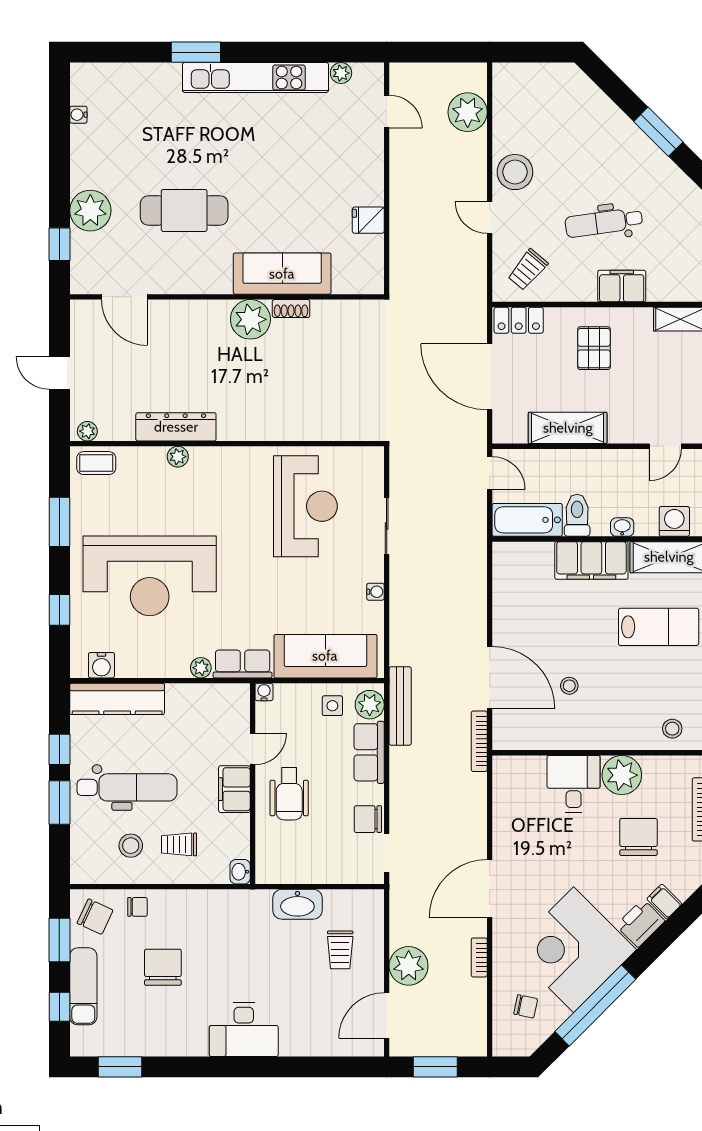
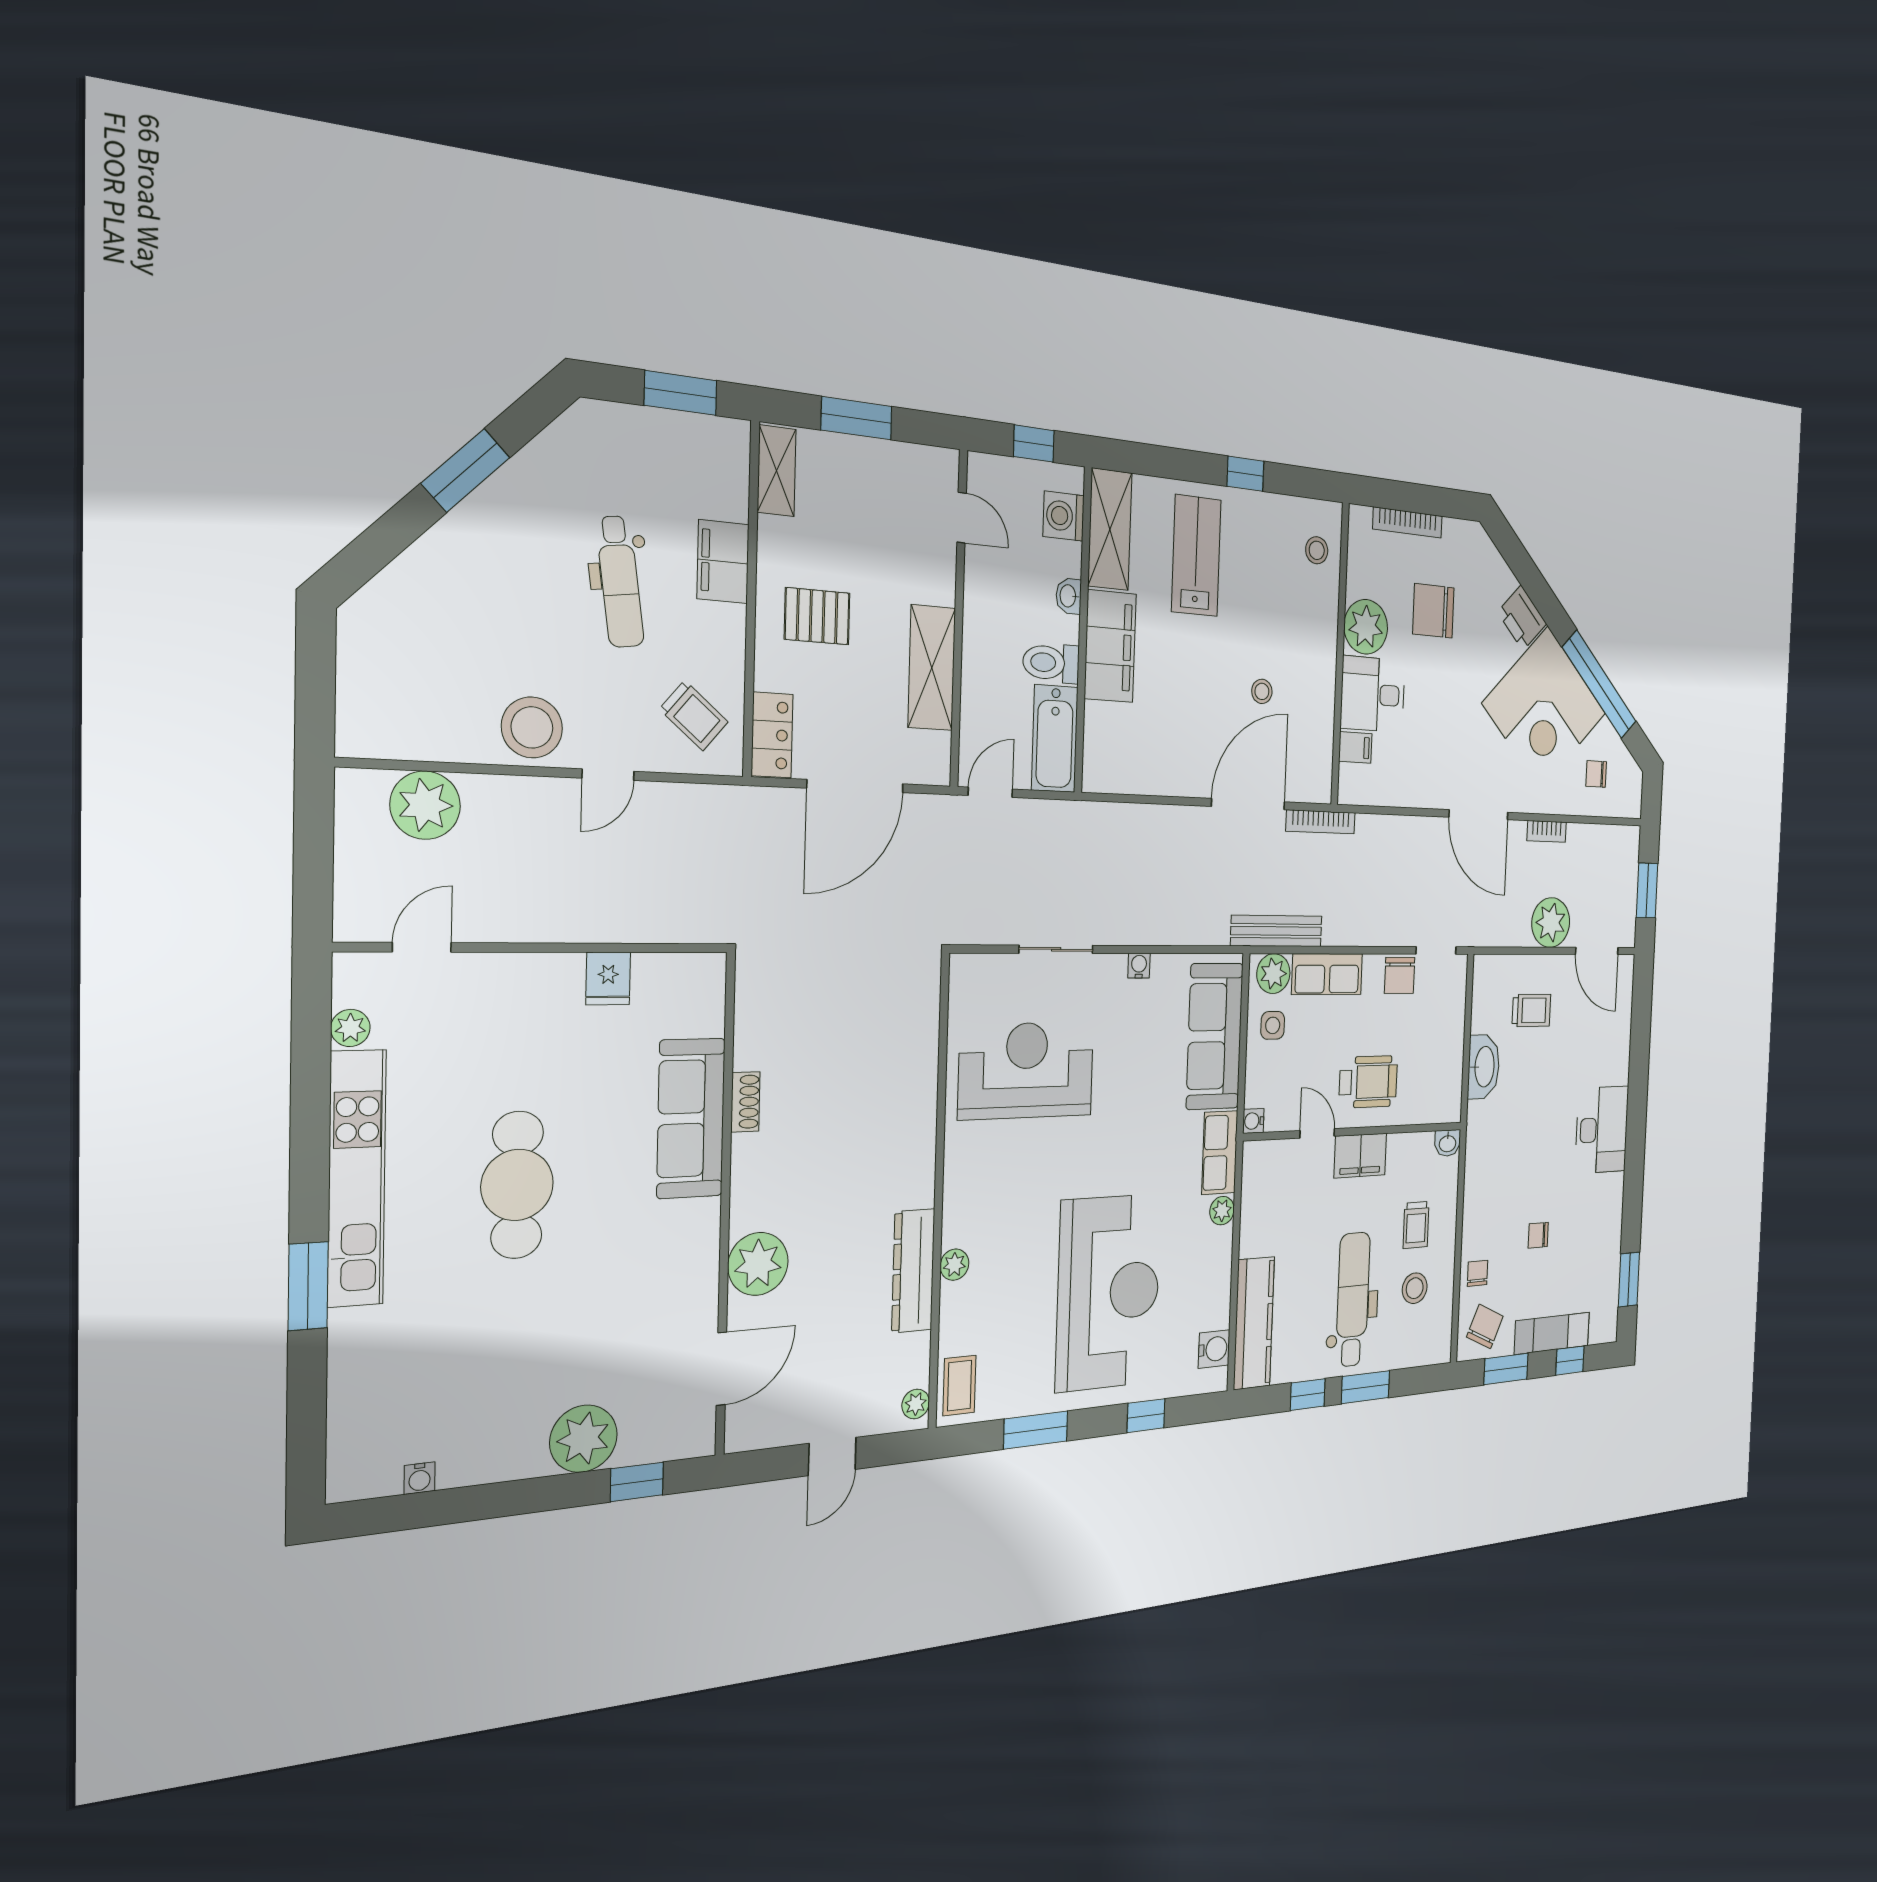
cafe table: (184, 210) -> (517, 1185), moved
plant: (250, 319) -> (758, 1264), moved
filing cabinet: (664, 901) -> (1355, 747), moved, turned -135
chair: (163, 967) -> (1538, 1235), width x0.54, depth x0.54
chair: (526, 1006) -> (1596, 774), turned -102

